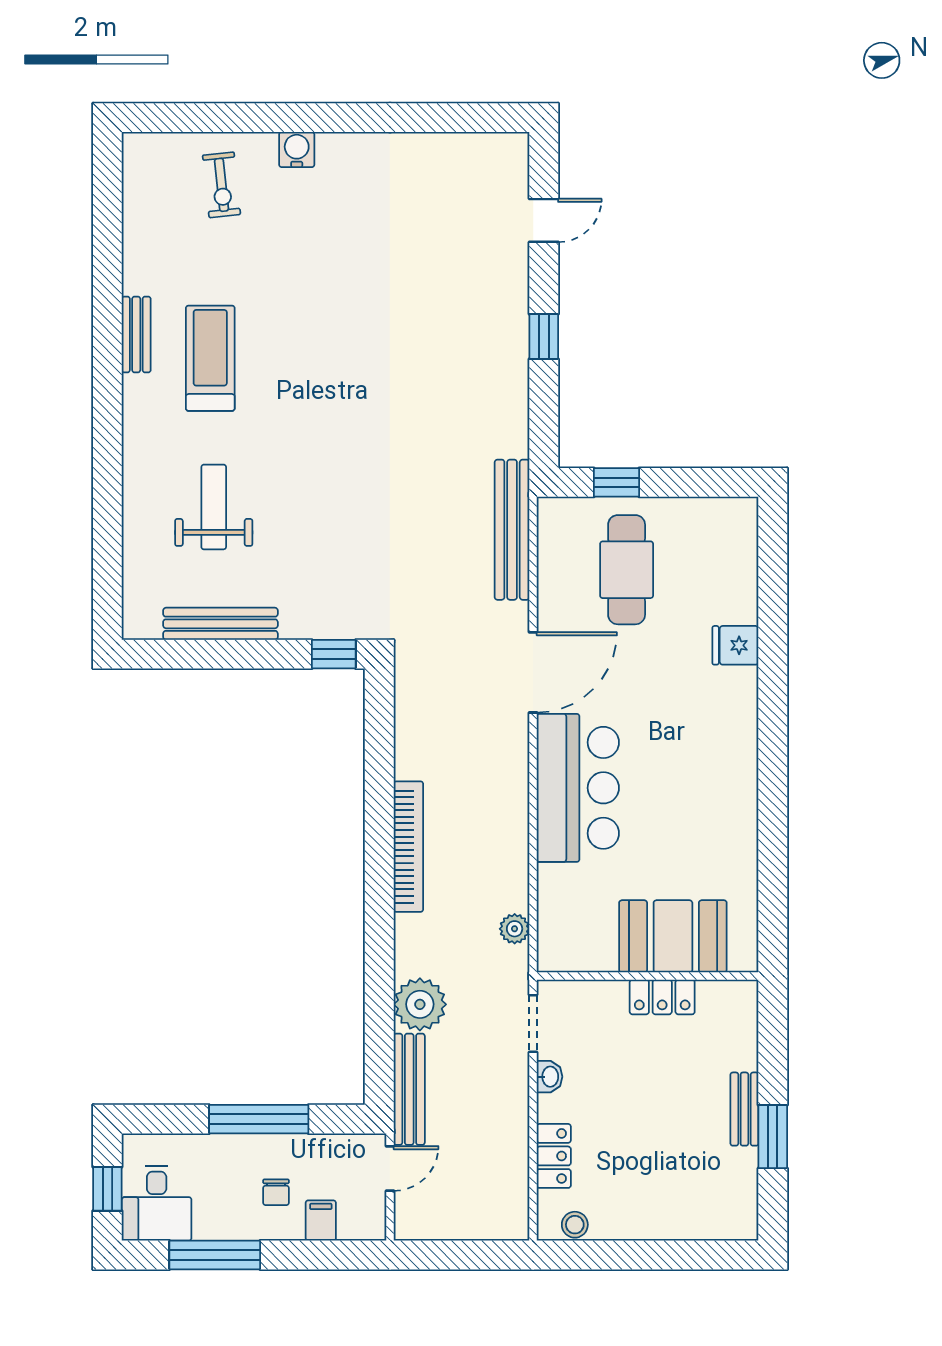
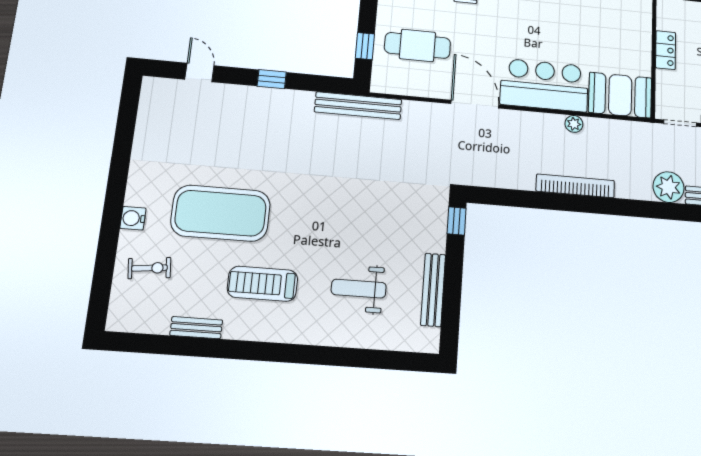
exercise mat: (316, 282) -> (221, 213), added
bench: (136, 334) -> (196, 328), moved
bench: (512, 530) -> (358, 106), moved
plant: (515, 929) -> (574, 124), moved
booth: (673, 936) -> (620, 95), moved, turned 90

